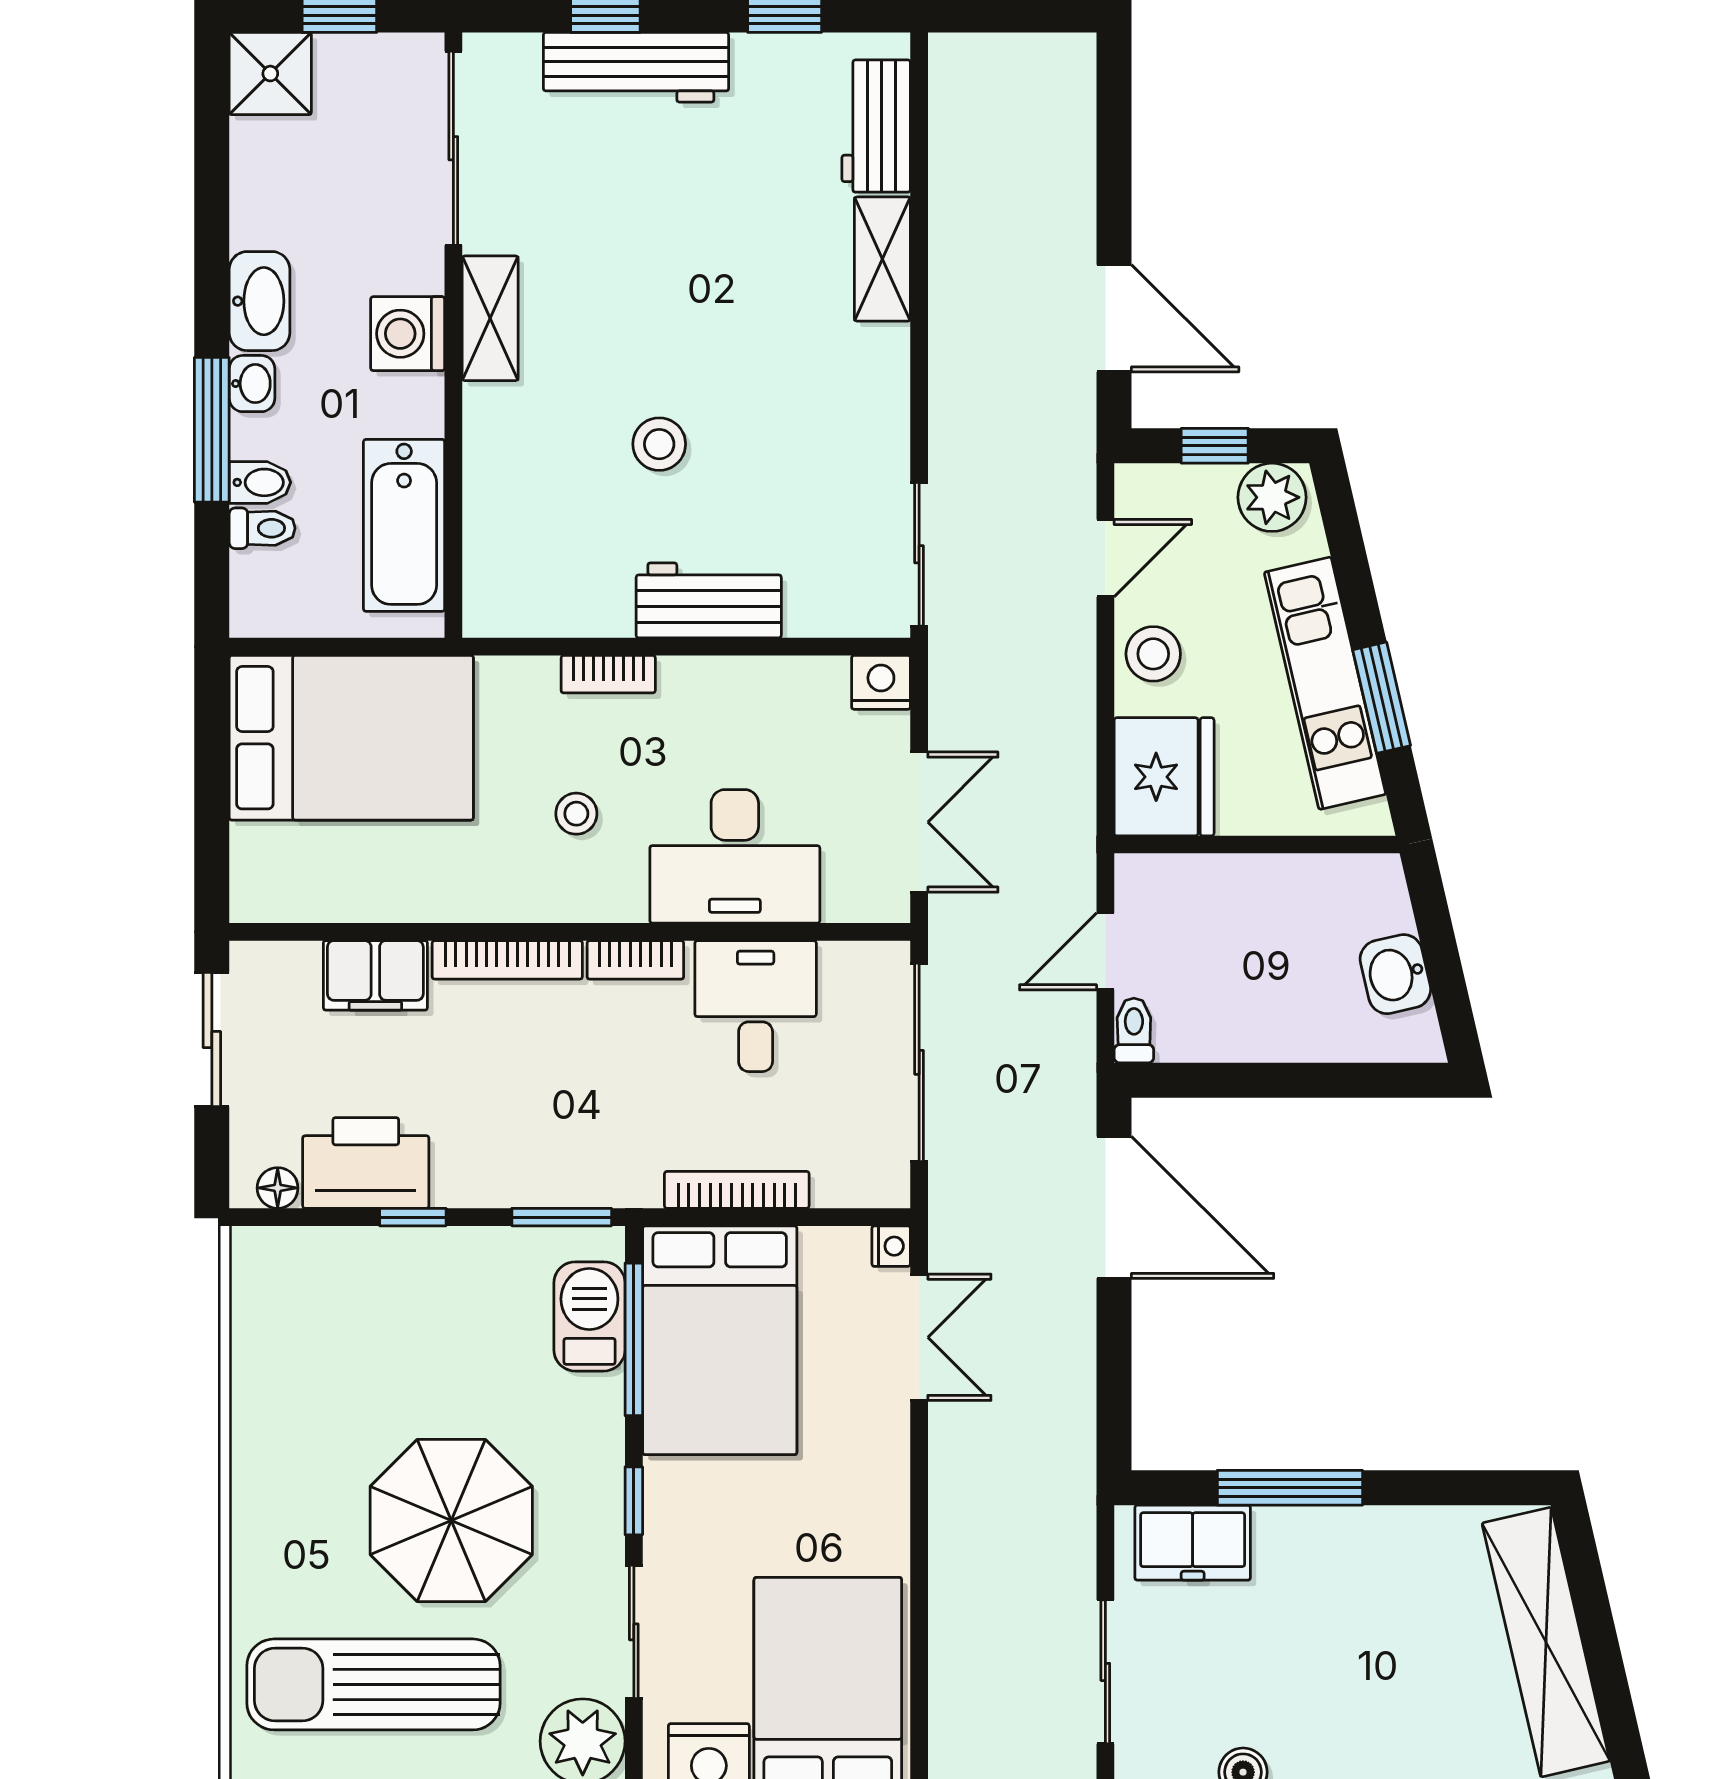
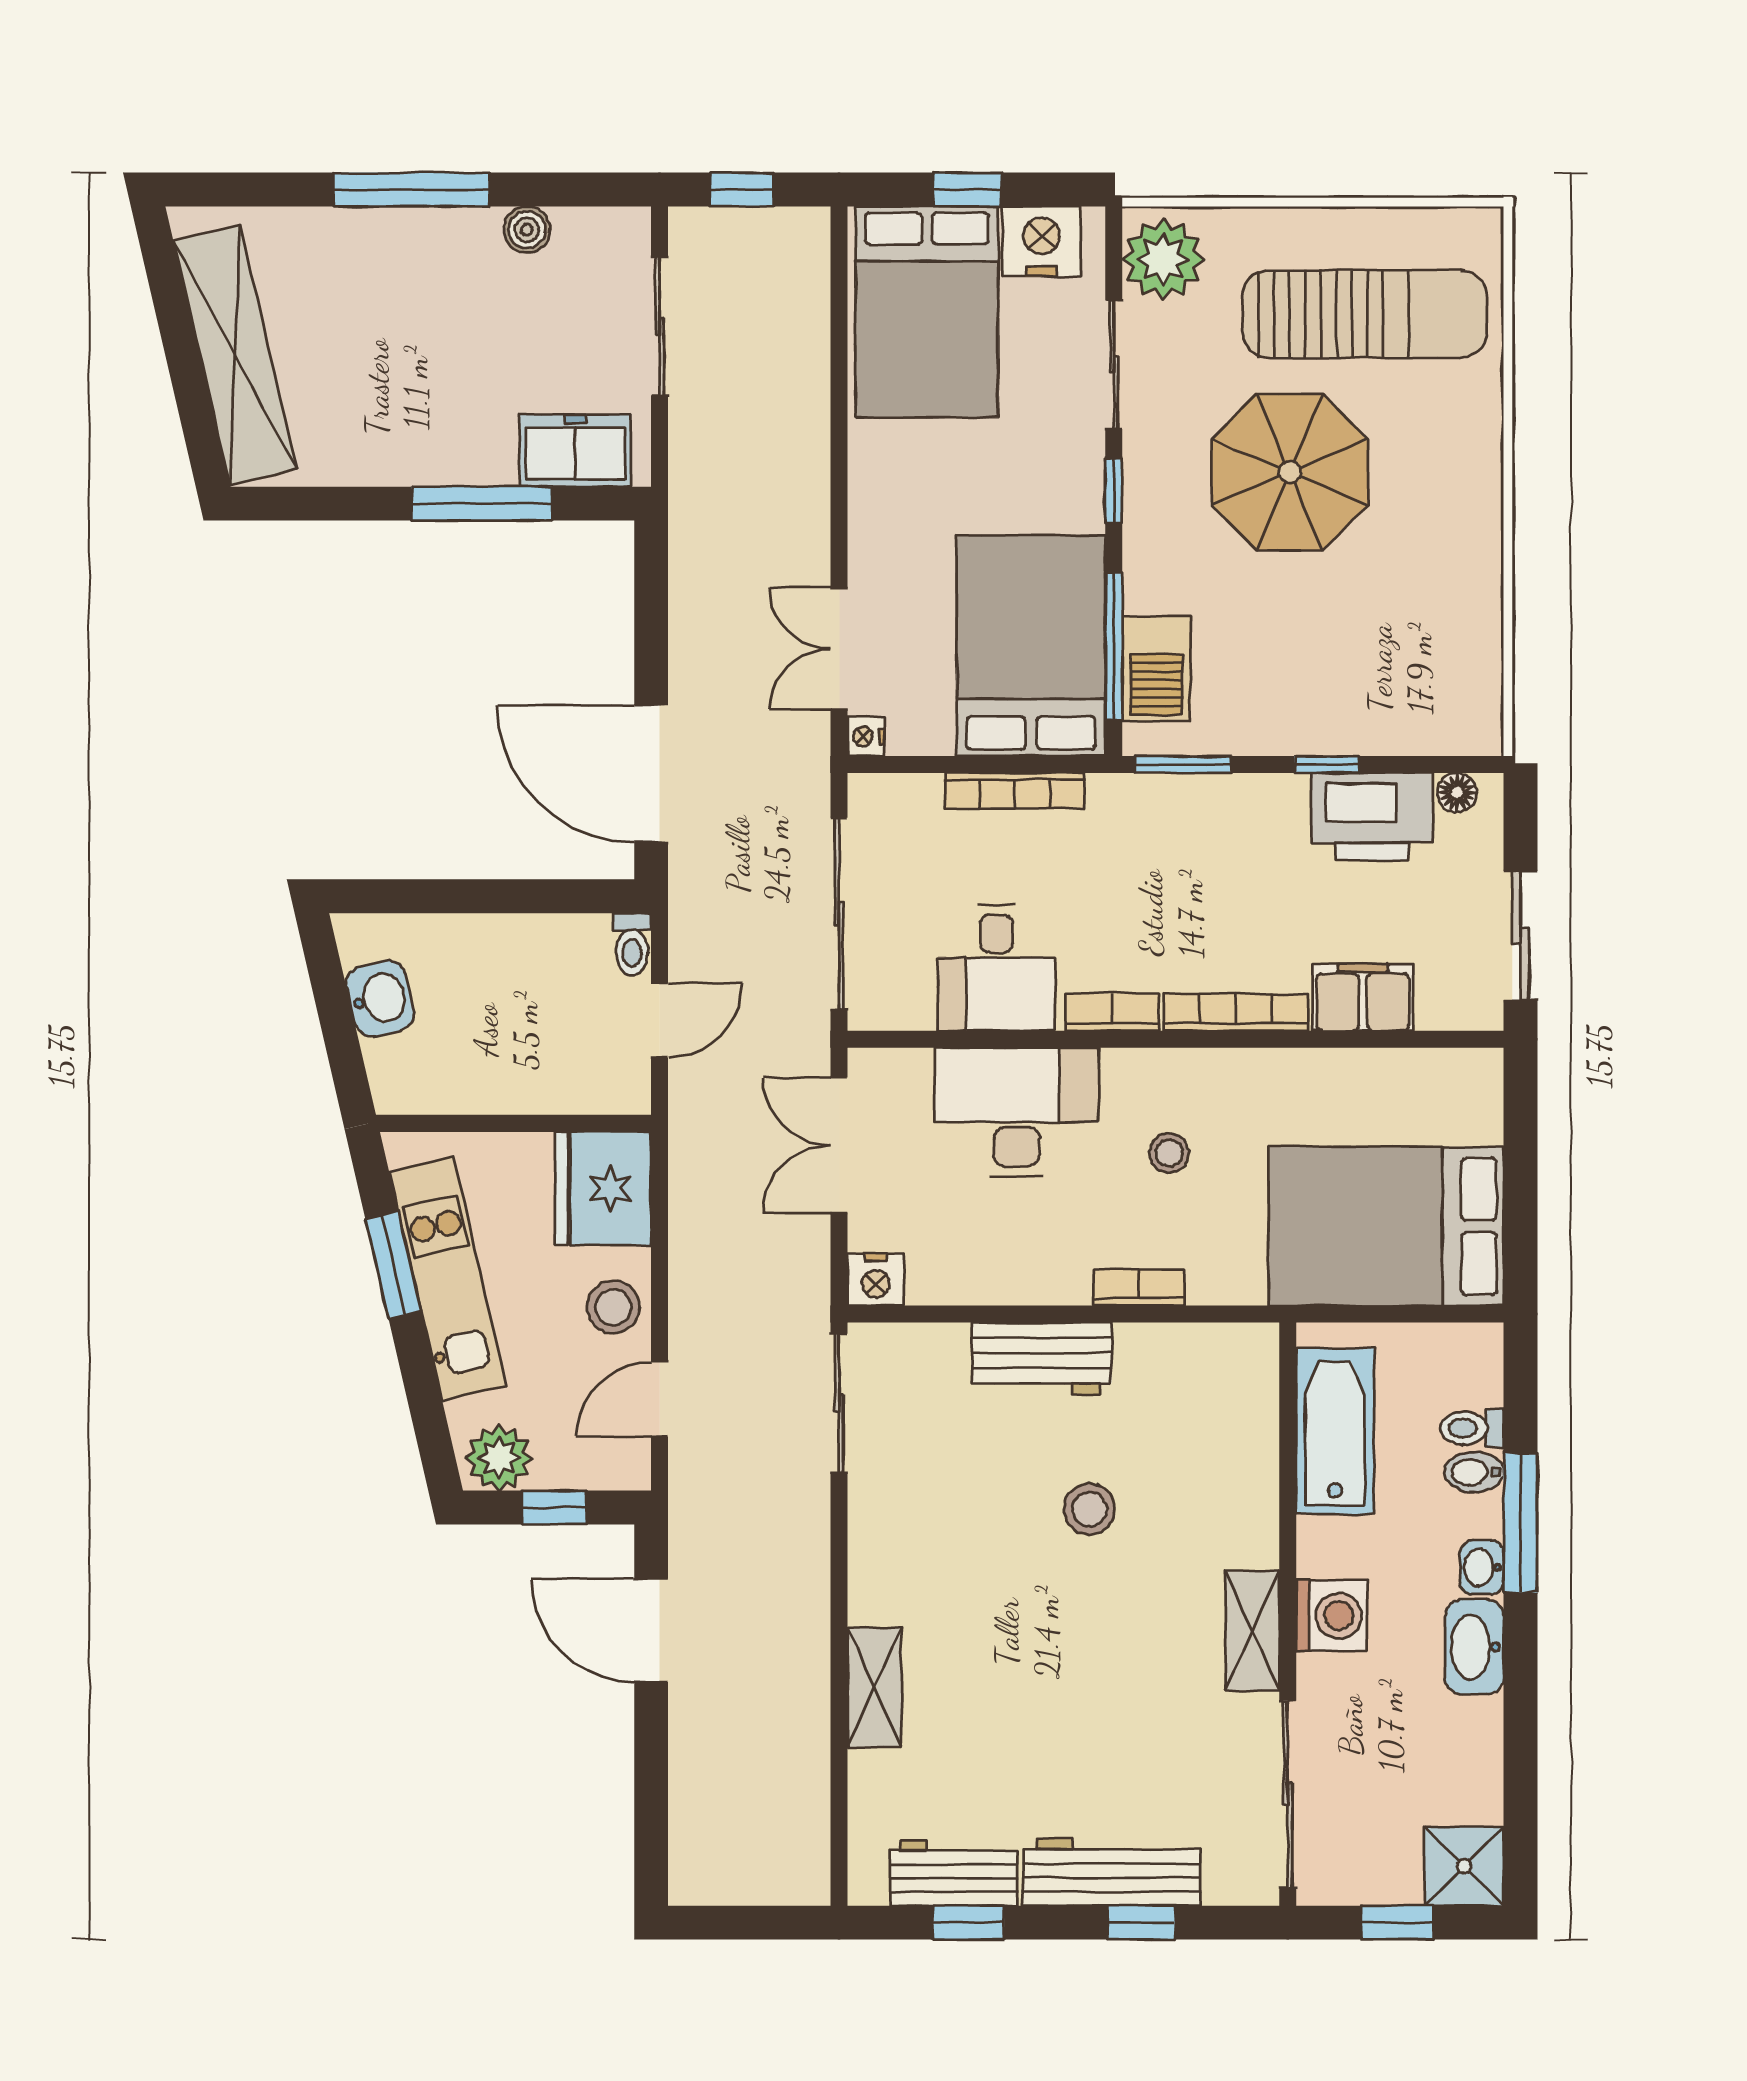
workbench: (876, 126) -> (954, 1873), moved, turned -90

